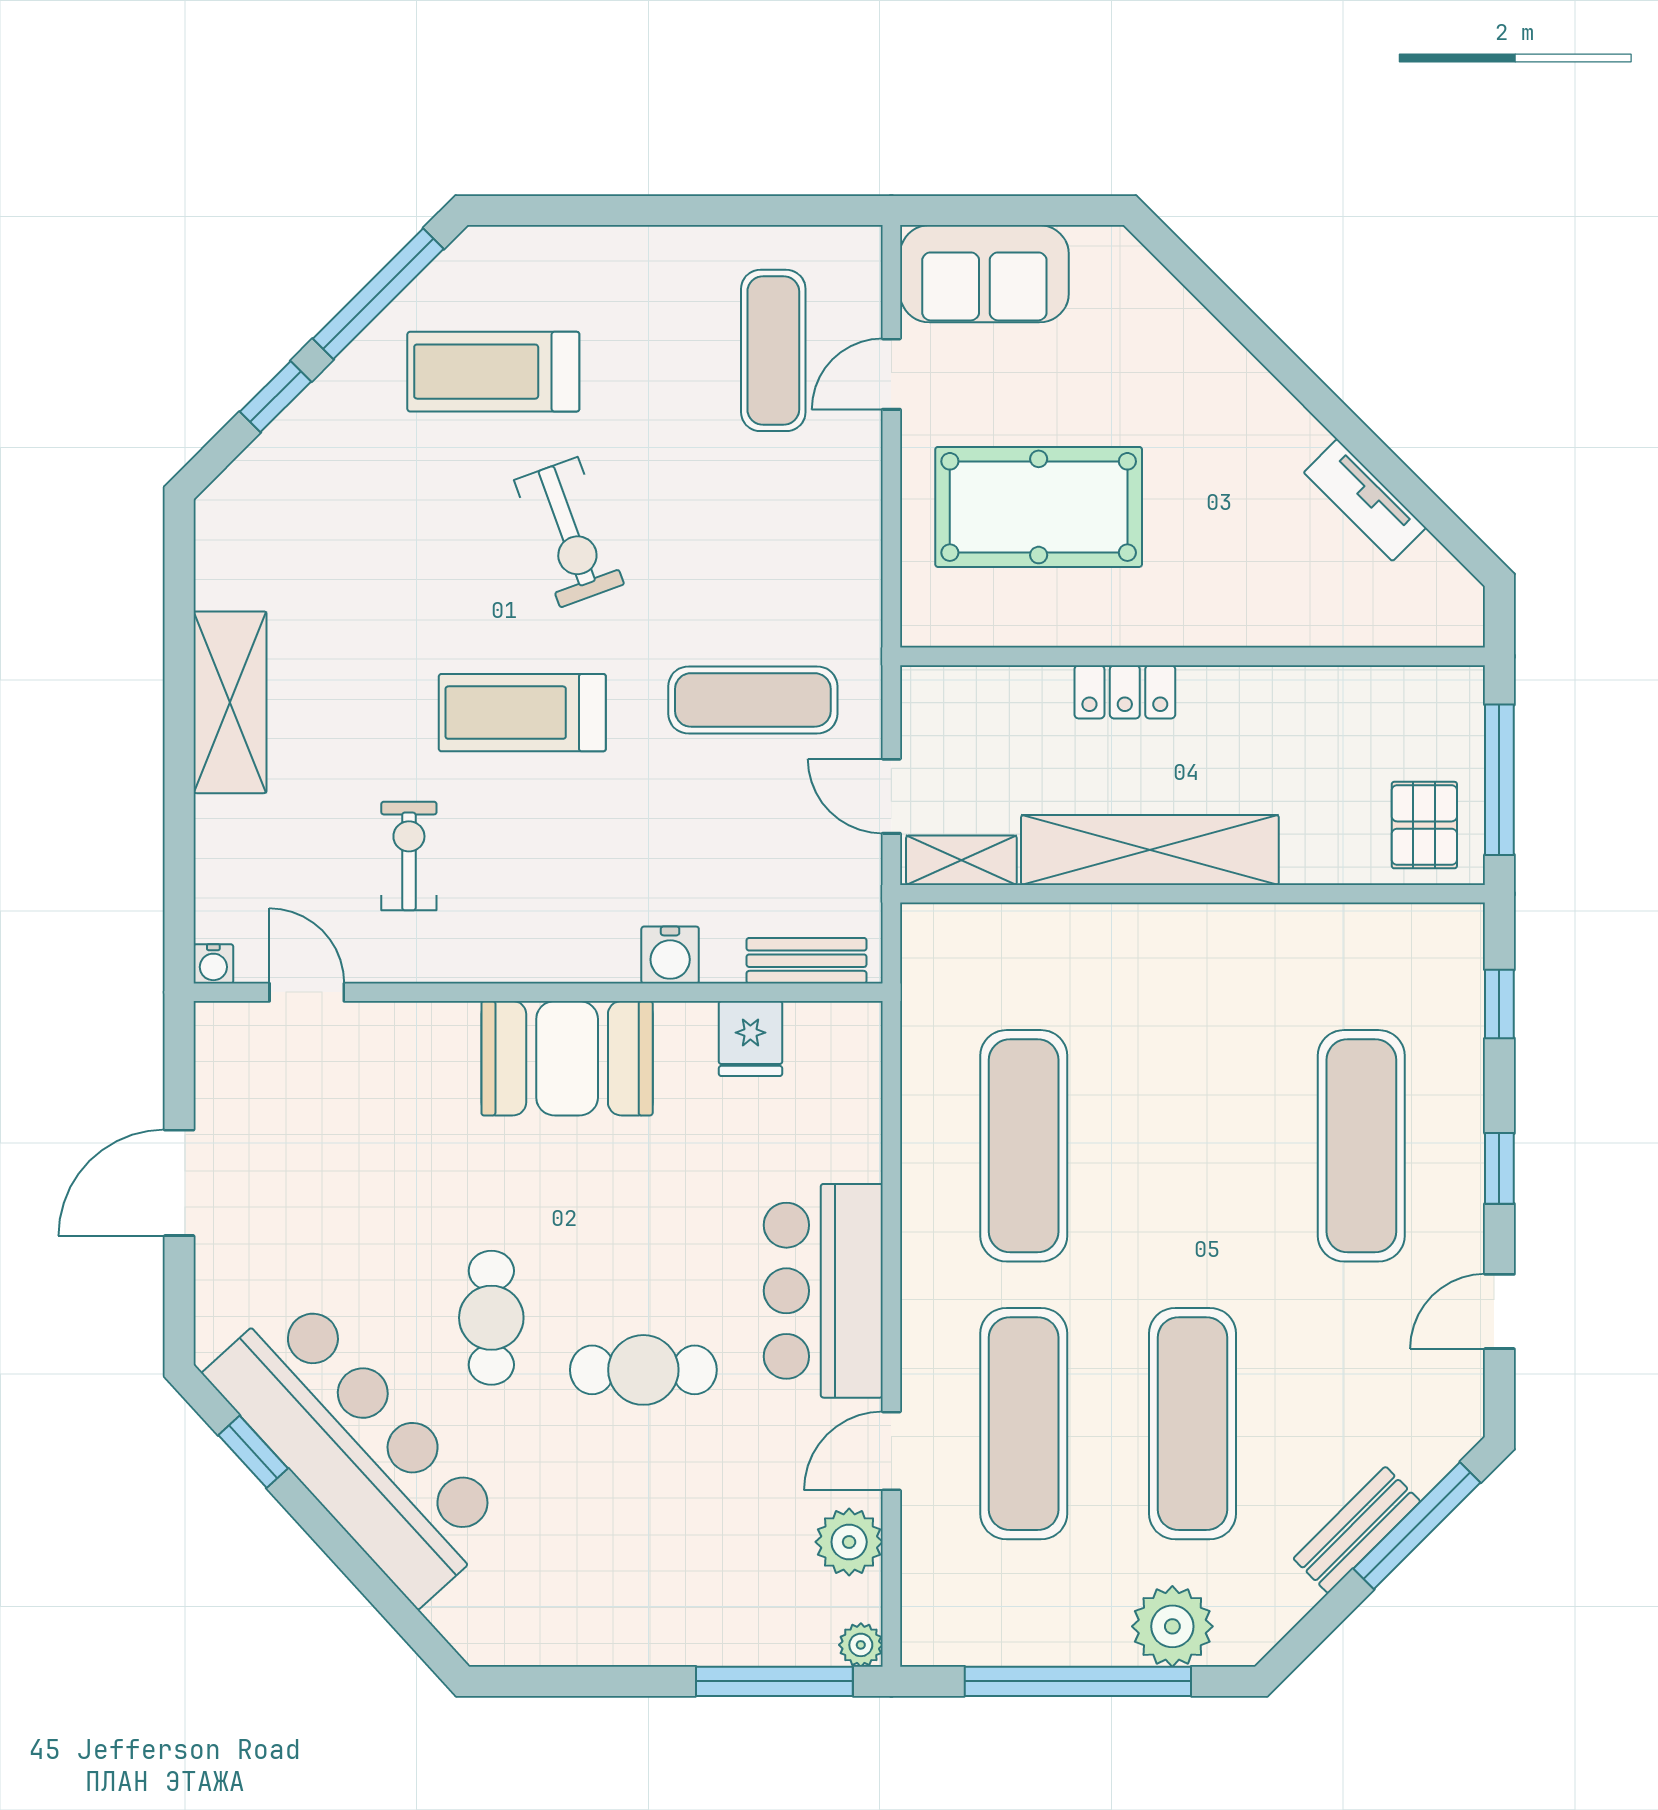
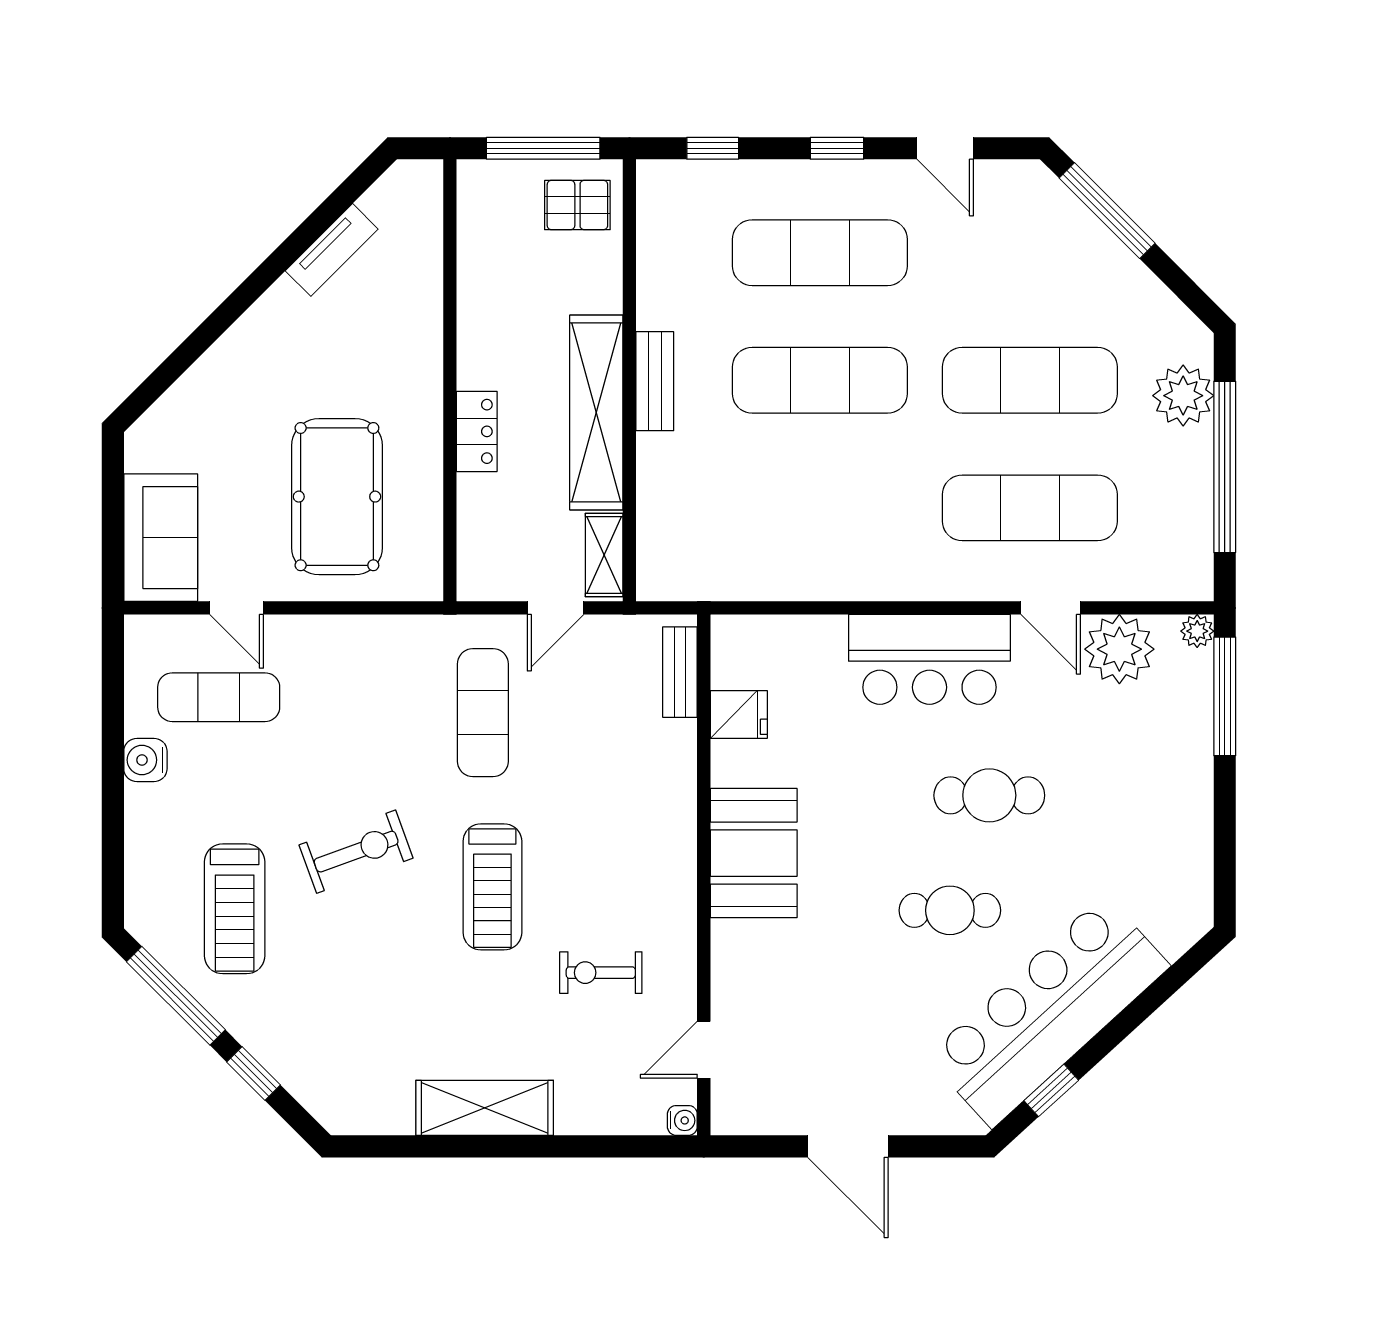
water cooler: (670, 955) -> (145, 760), moved, turned 180
exercise mat: (1024, 1146) -> (820, 380), moved
cafe table: (643, 1370) -> (989, 795), turned 90
bench: (1357, 1530) -> (655, 381), moved, turned 45
plant: (849, 1542) -> (1119, 649), width x1.36, depth x1.36

